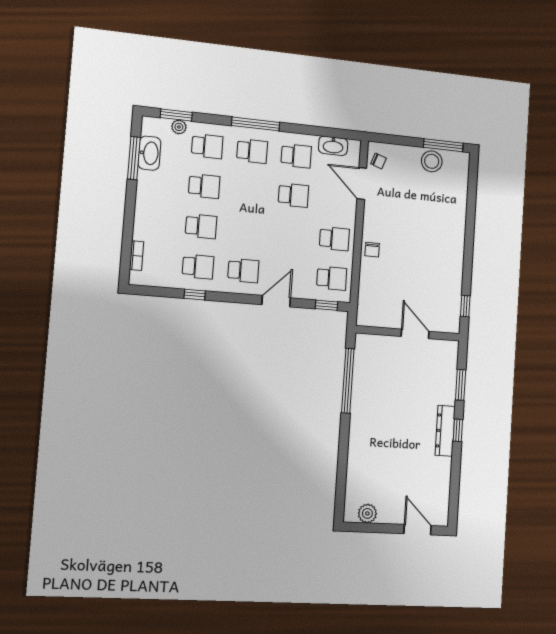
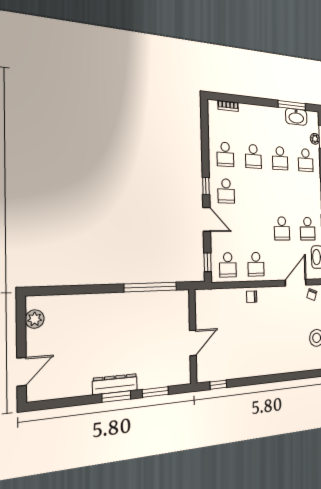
school desk: (252, 151) -> (307, 194), removed
window: (195, 295) -> (206, 186), moved
window: (458, 430) -> (116, 396), width x1.50

